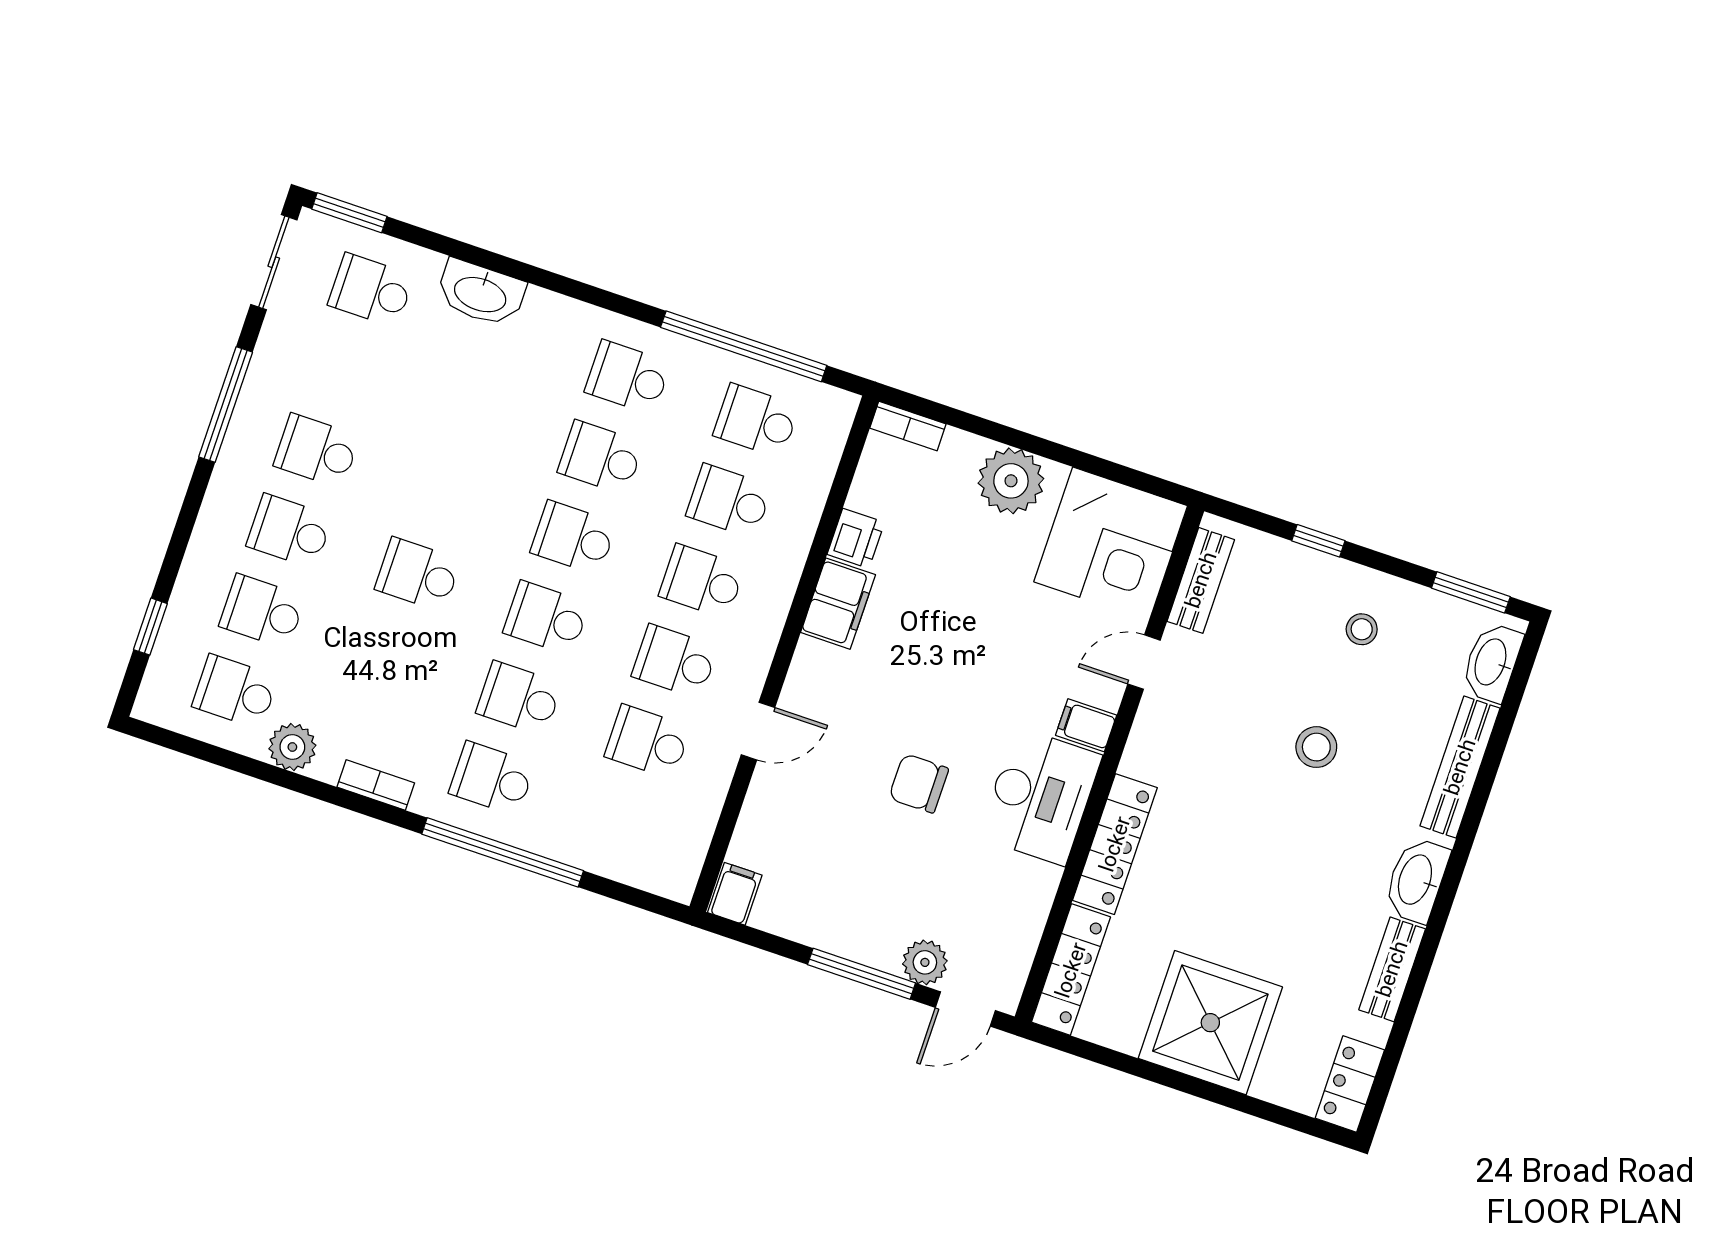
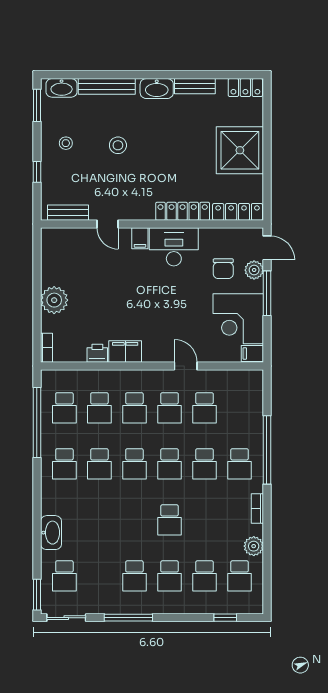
corner desk: (1111, 544) -> (238, 319), moved, turned 180
chair: (919, 783) -> (223, 269), moved

